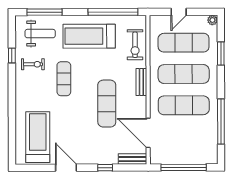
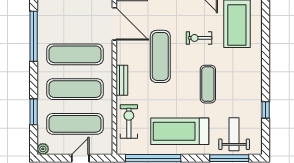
weight bench: (40, 34) -> (234, 134), turned 90
treadmill: (89, 36) -> (180, 131), turned 180
exercise bike: (33, 64) -> (199, 38), moved

